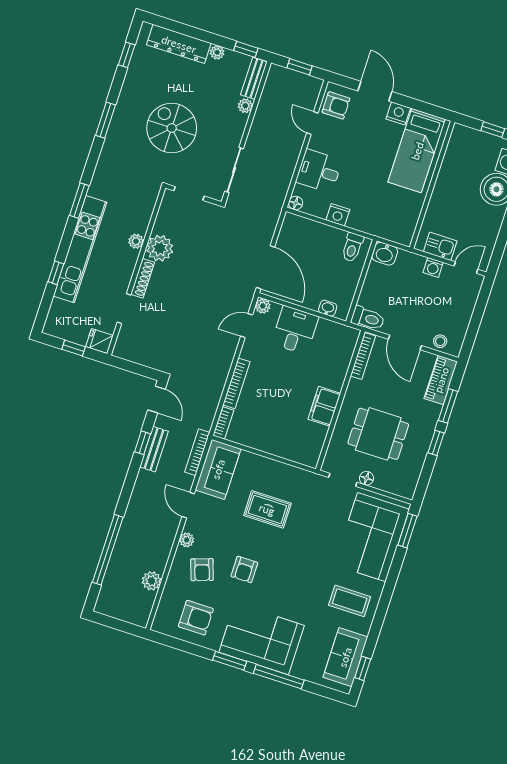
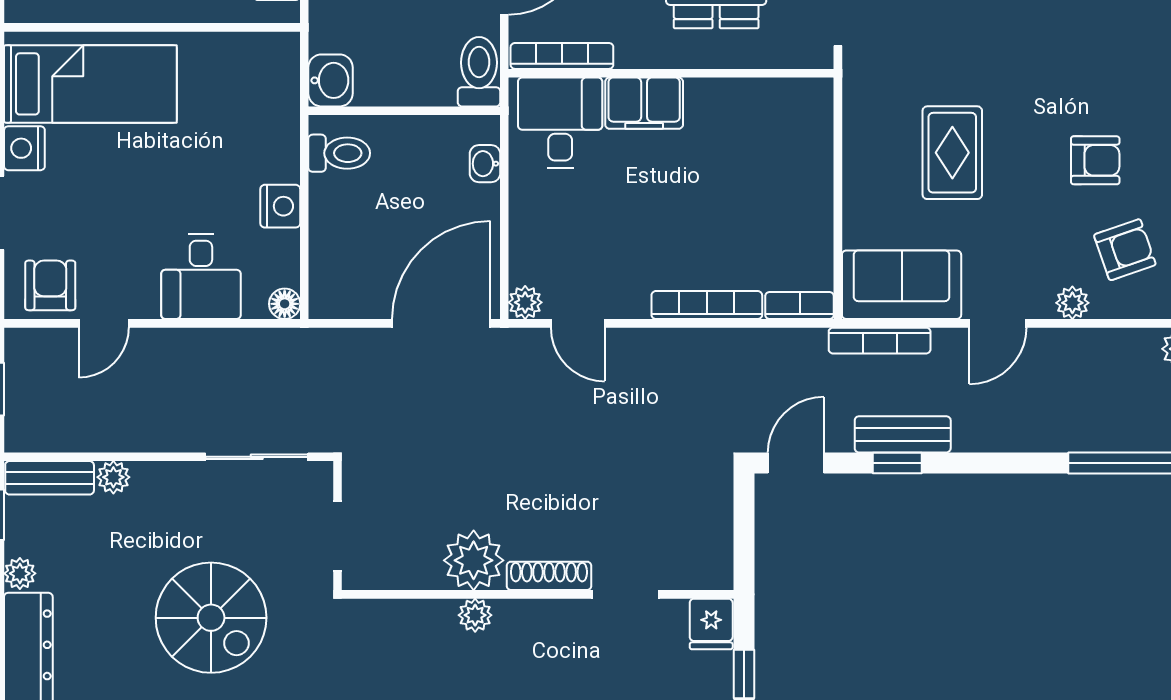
spiral stairs: (172, 128) -> (211, 618), turned -90
desk: (295, 330) -> (560, 123), moved, turned 90
filing cabinet: (324, 406) -> (644, 103), moved

